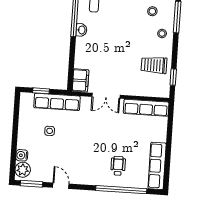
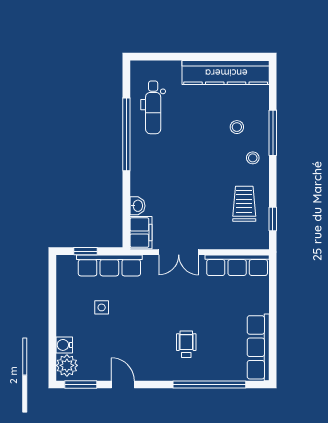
washbasin: (81, 30) -> (137, 206), moved
trolley: (154, 65) -> (244, 204), turned 90
wheelchair: (118, 166) -> (186, 344), moved

